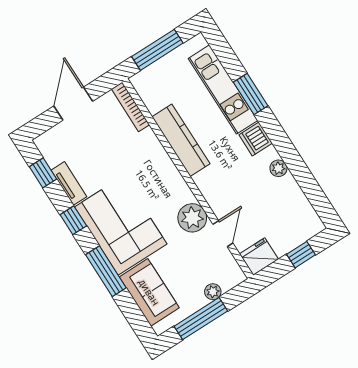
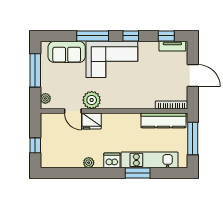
kitchen counter: (181, 140) -> (163, 120), moved
tv unit: (69, 183) -> (172, 46), moved
fridge: (259, 257) -> (92, 121), moved, turned 90
plant: (213, 292) -> (45, 98), moved

